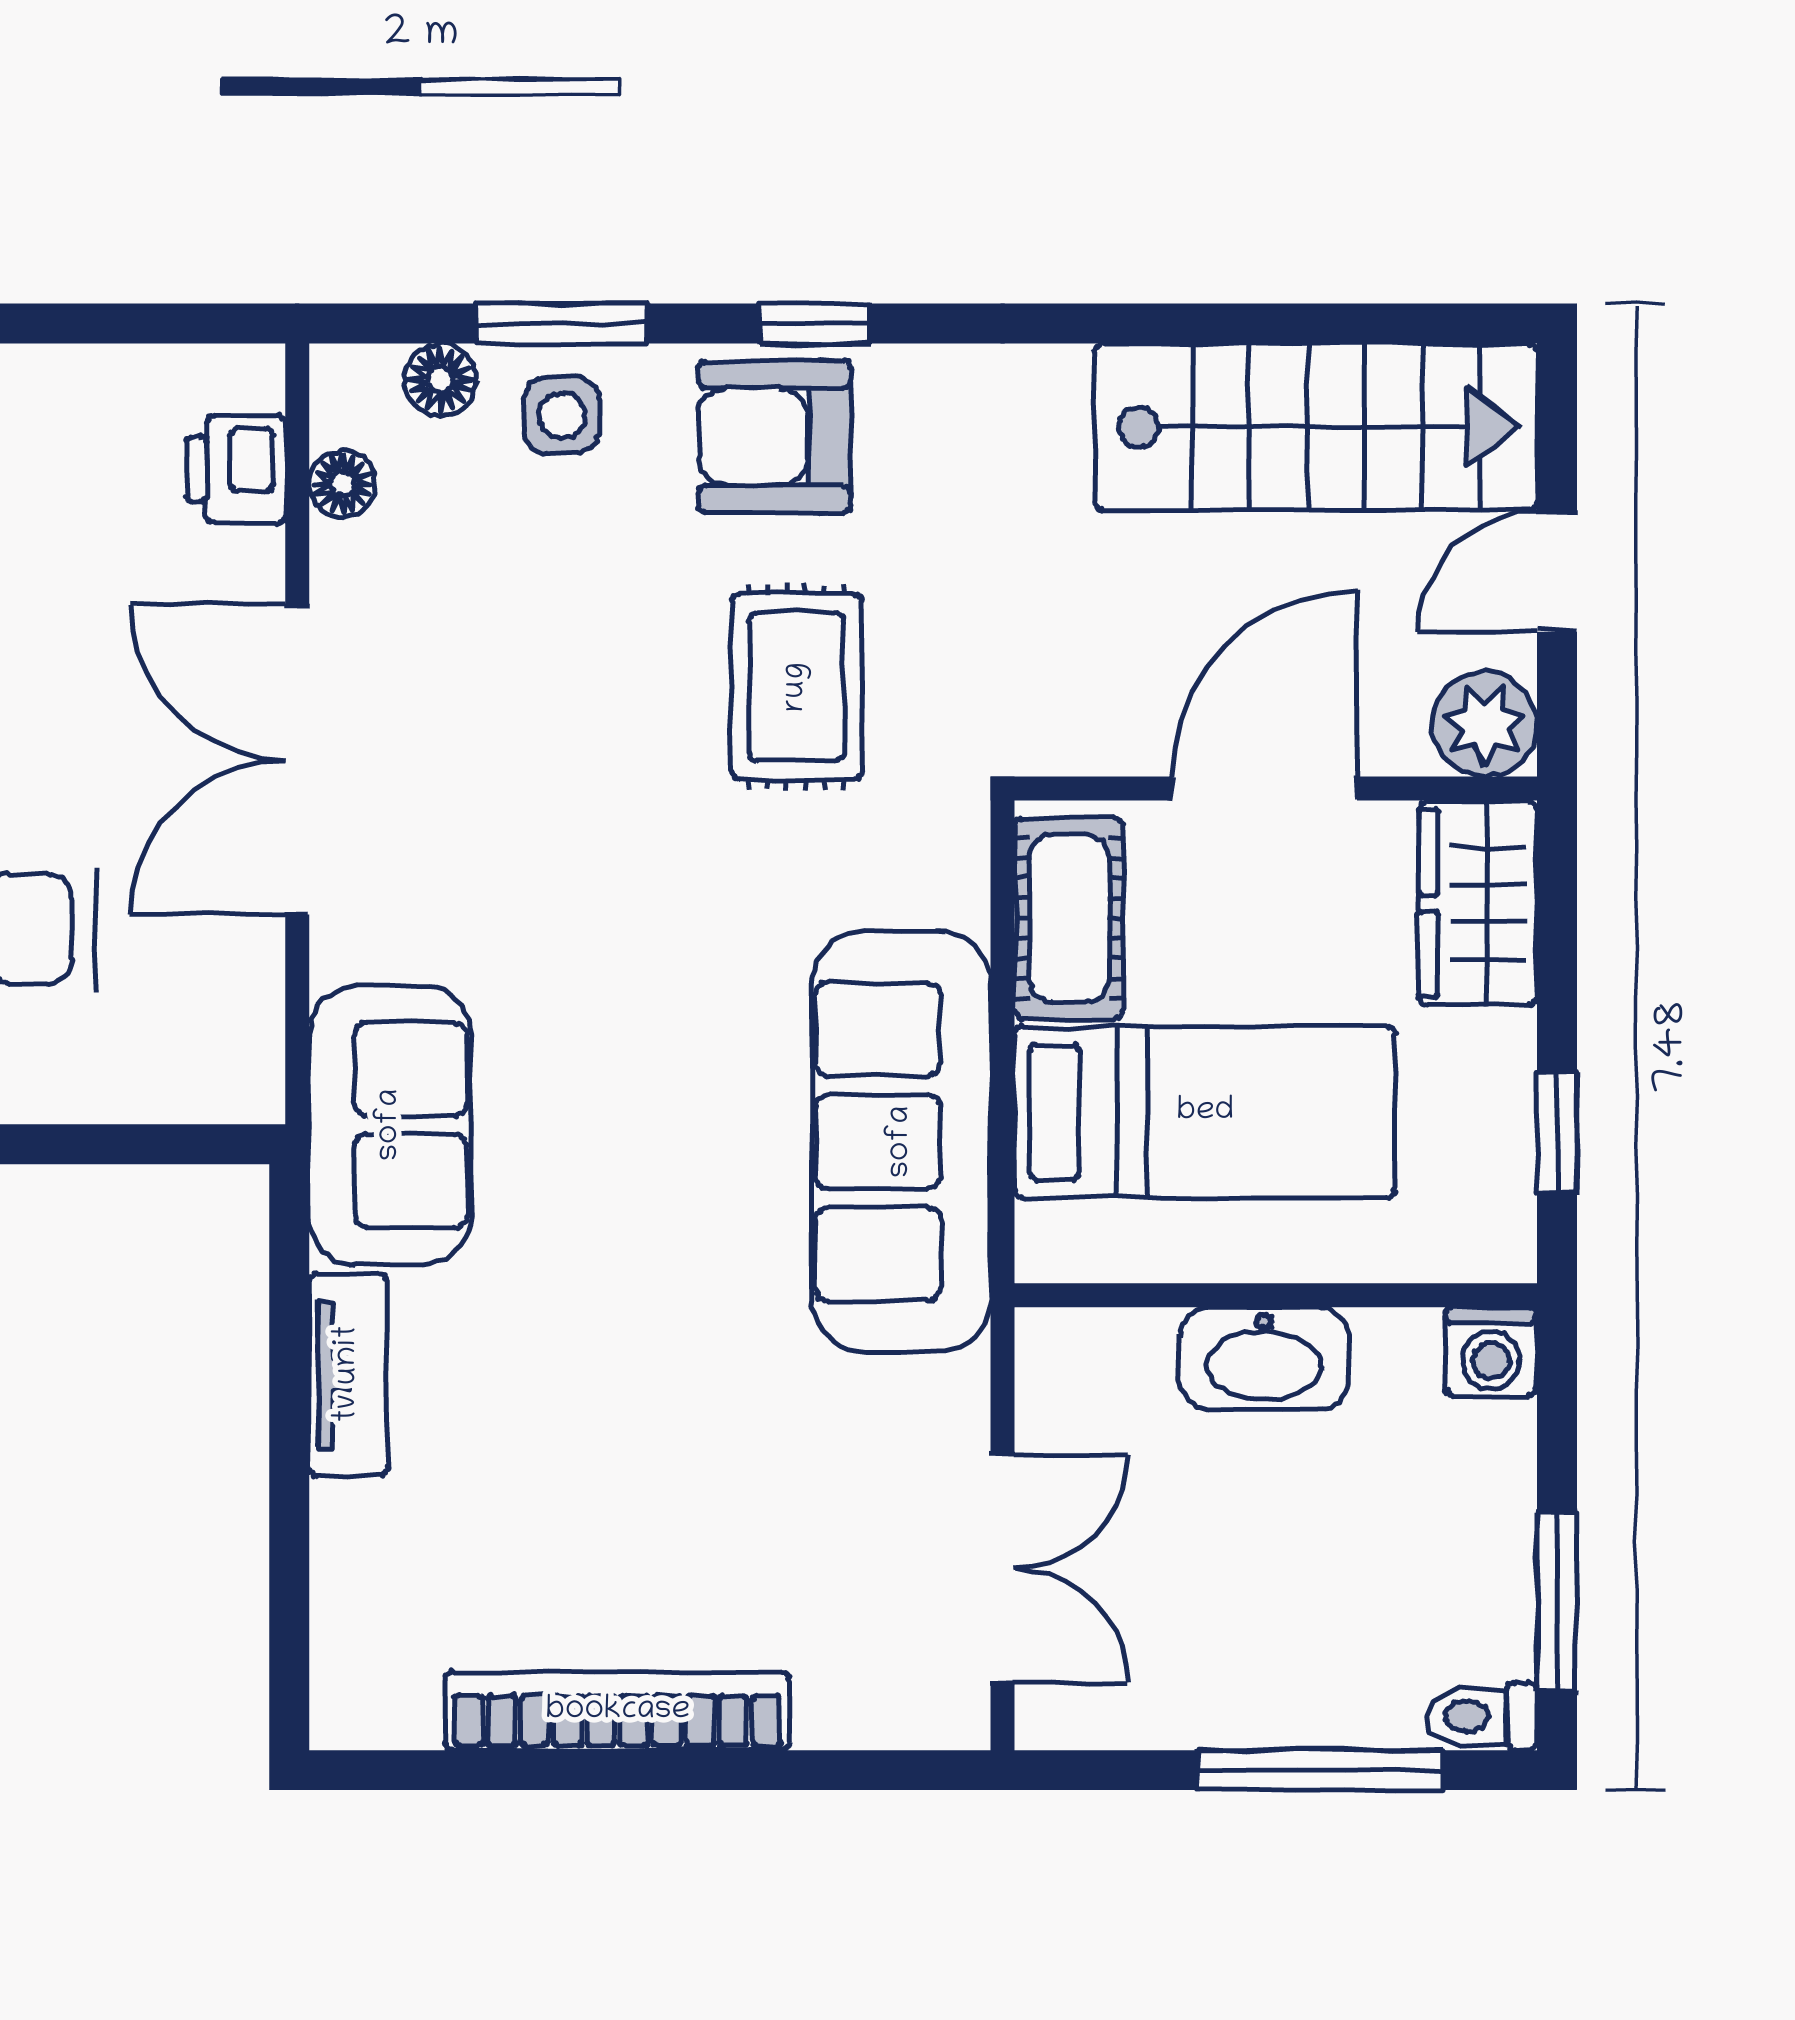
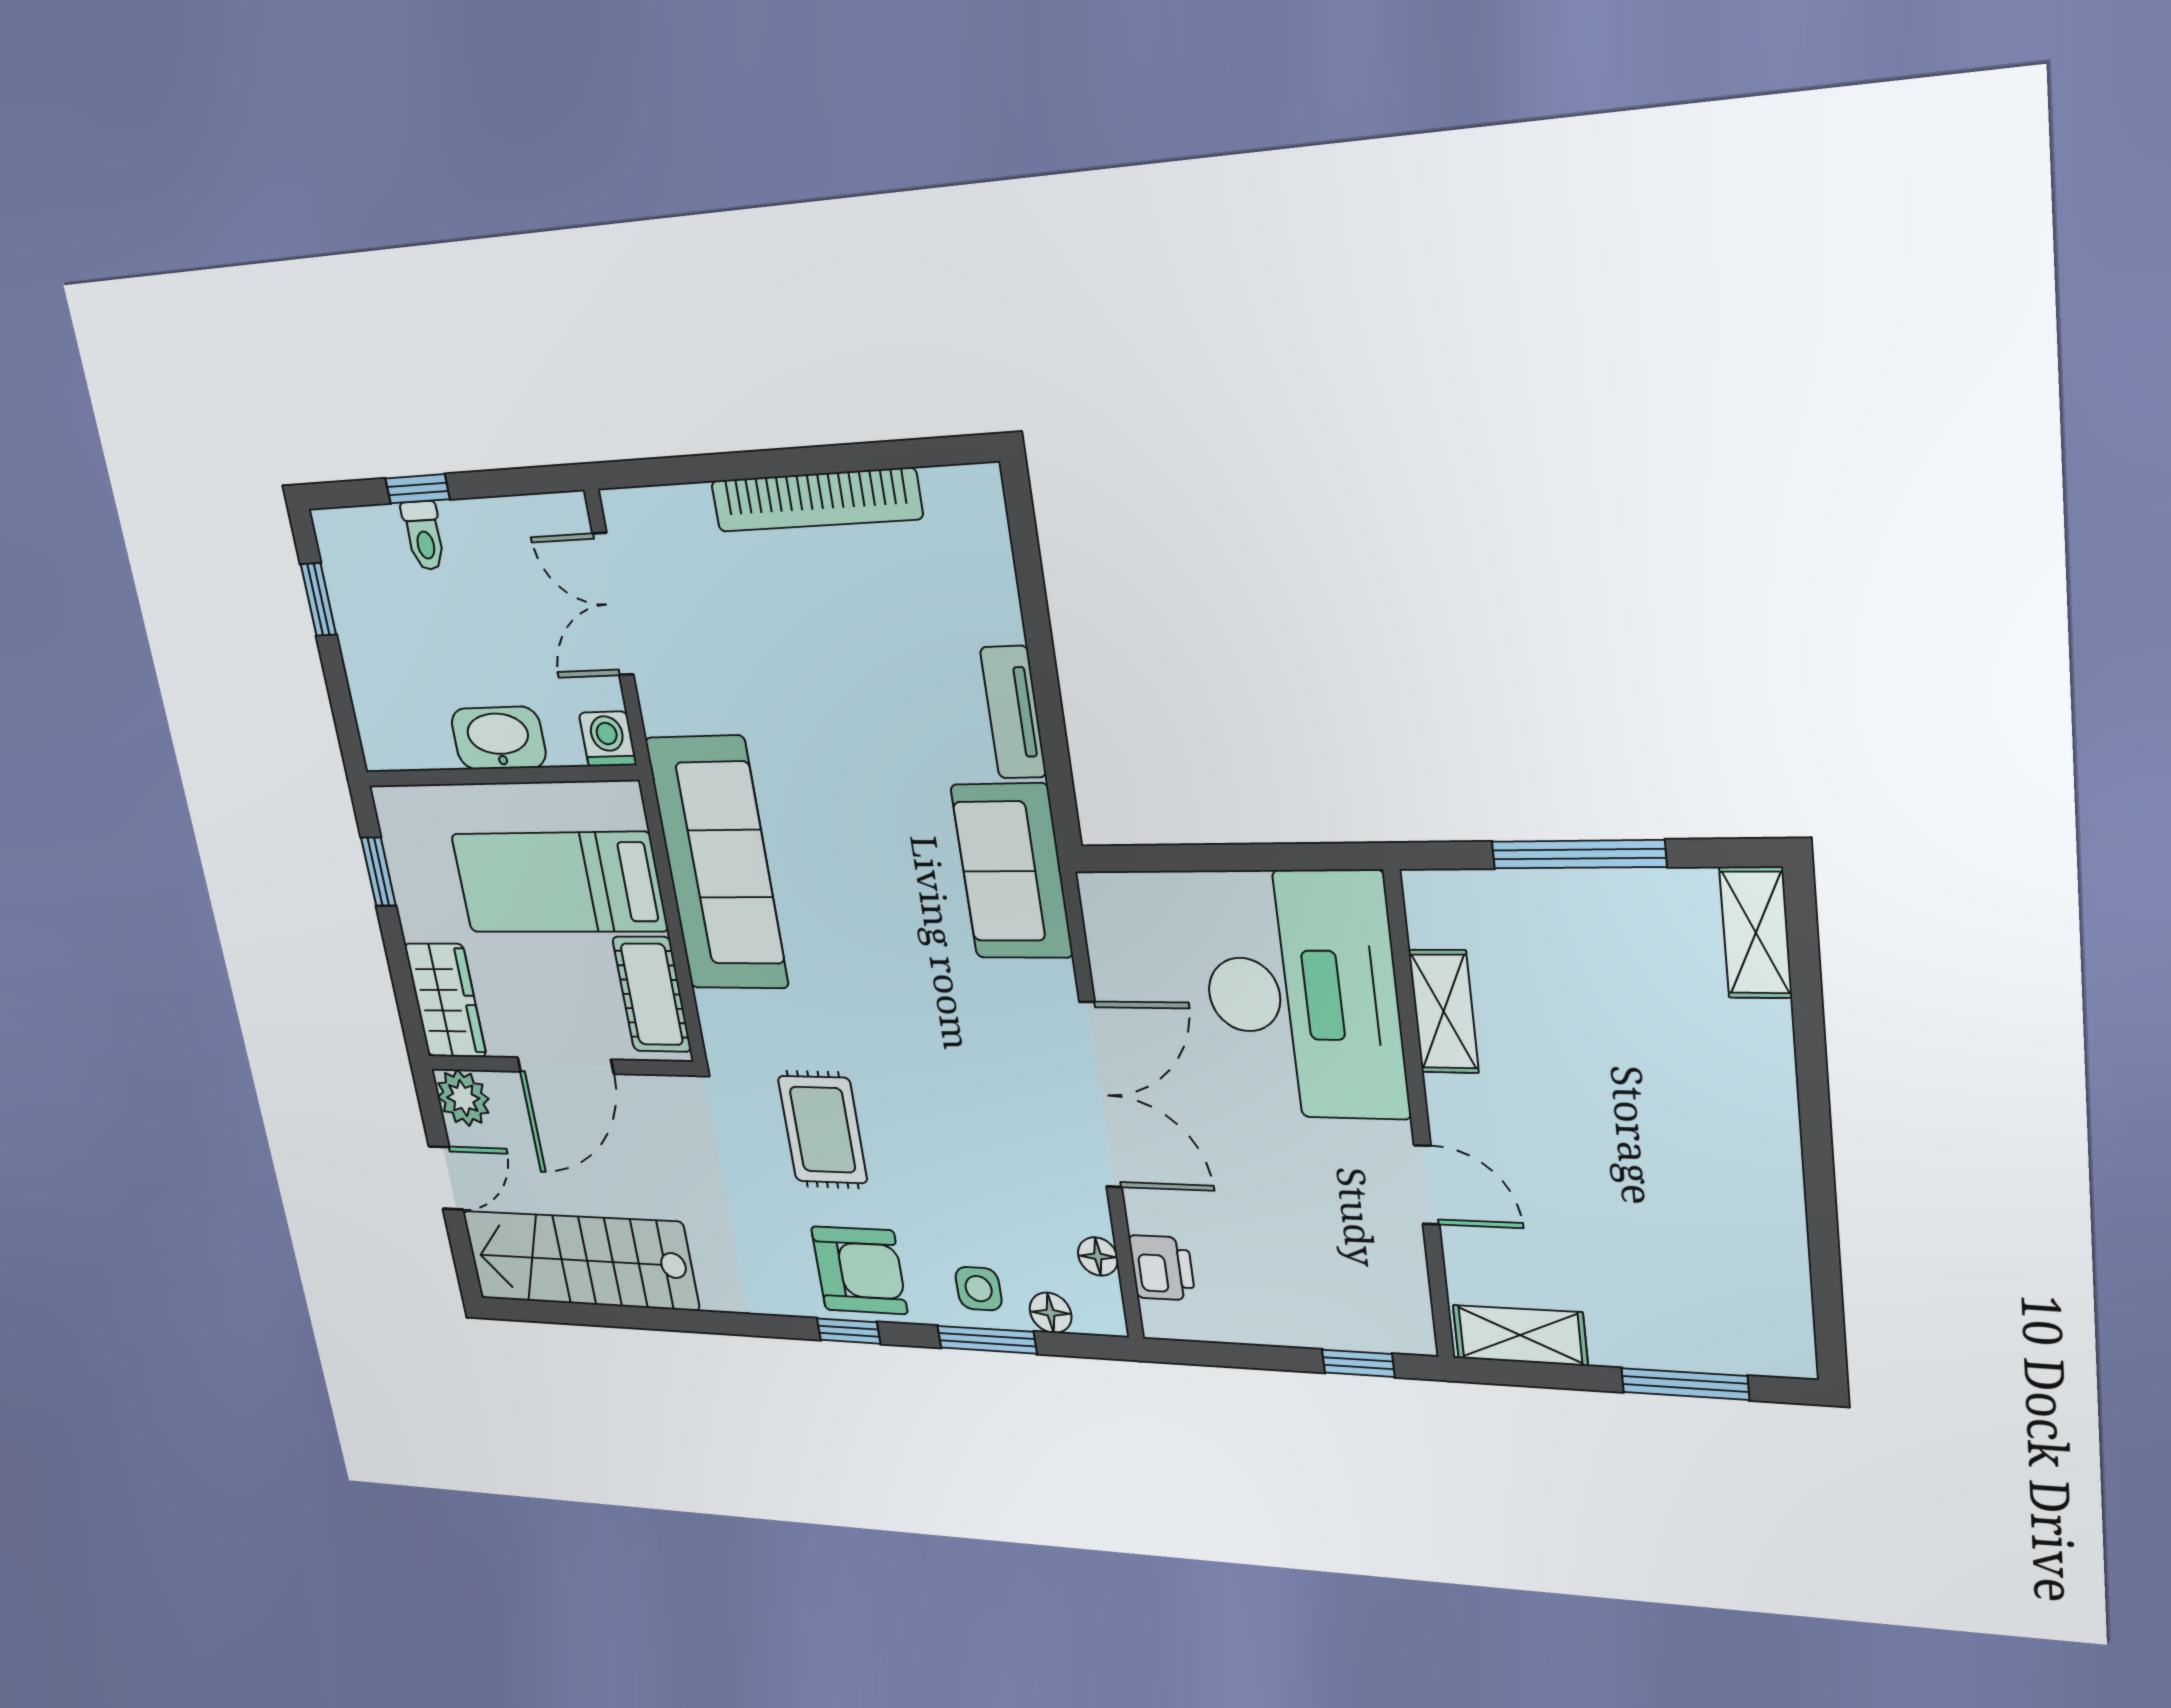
washing machine: (1491, 1352) -> (608, 739), moved
window: (1557, 1601) -> (318, 599), width x0.67
toilet: (1482, 1716) -> (424, 536), moved, turned 90
window: (1320, 1770) -> (417, 489), width x0.46

